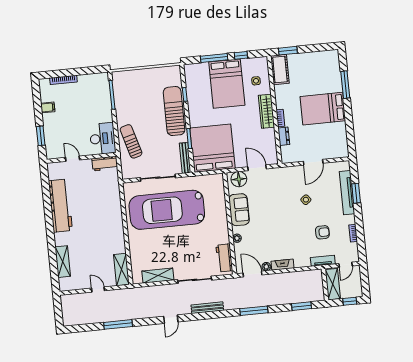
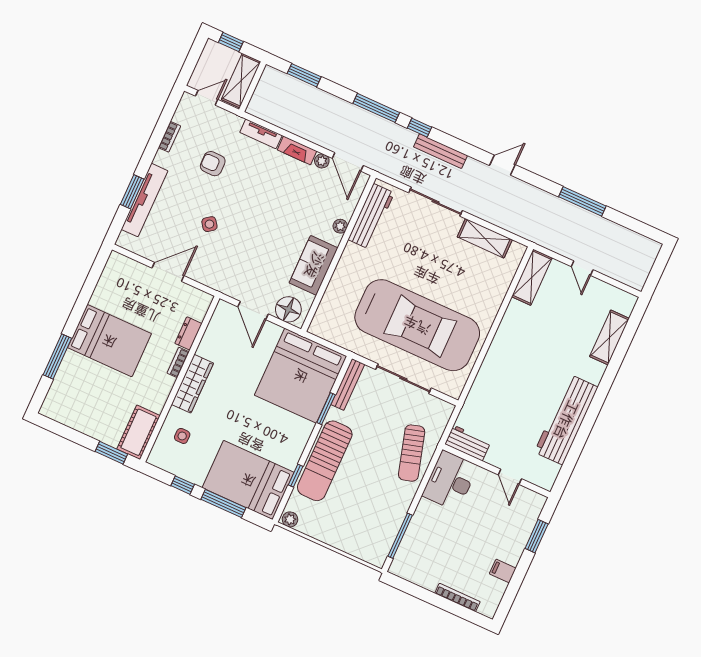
plant: (174, 70) -> (290, 519), added
bed: (227, 84) -> (248, 480), moved, turned -90
workbench: (224, 258) -> (371, 216), width x1.37
tv unit: (323, 261) -> (261, 134), moved
window: (225, 314) -> (420, 128), added

